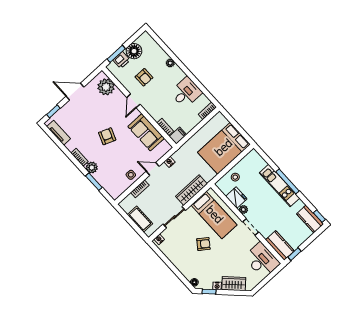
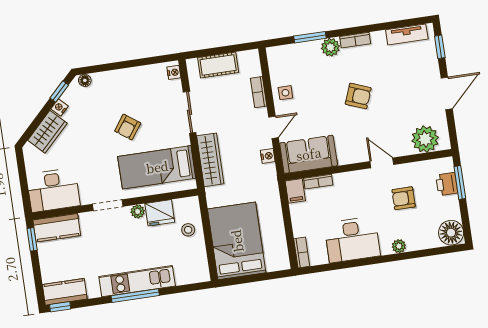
floor lamp: (134, 51) -> (451, 233), moved
desk: (186, 93) -> (352, 240), width x1.37
sofa: (146, 132) -> (309, 154), moved

